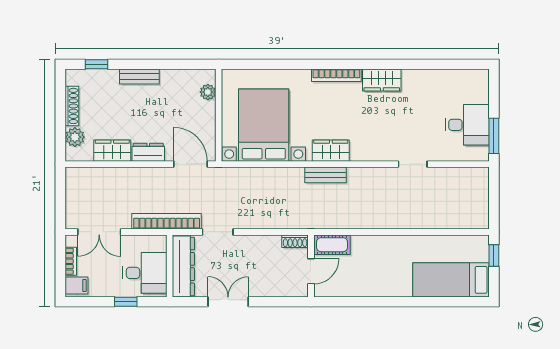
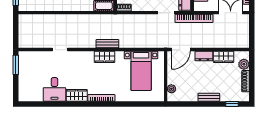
bed with nightstands: (264, 125) -> (141, 71), width x0.73
desk: (467, 125) -> (54, 89), moved, turned -90
door: (190, 164) -> (181, 50), hinge flipped

